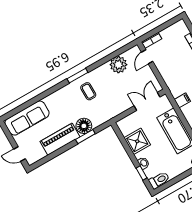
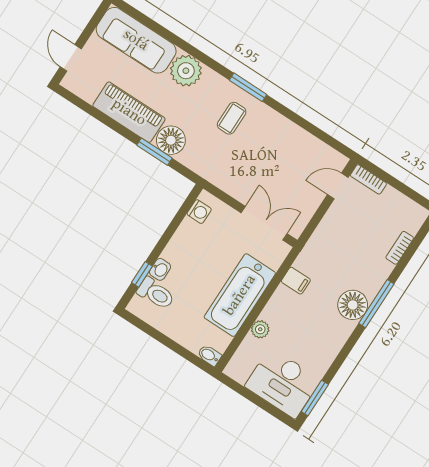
plant: (118, 65) -> (186, 71), moved
washing machine: (125, 130) -> (199, 212), added
shower: (137, 141) -> (191, 241), removed
toilet: (159, 180) -> (156, 293), moved

